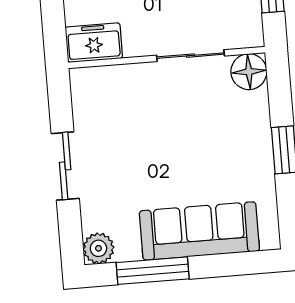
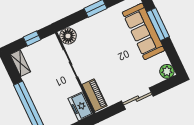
piano: (106, 80) -> (94, 95), added
window: (153, 271) -> (158, 24), moved

